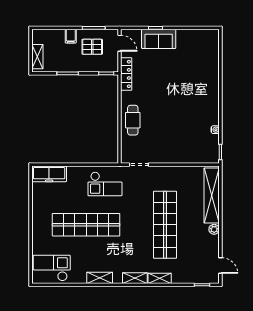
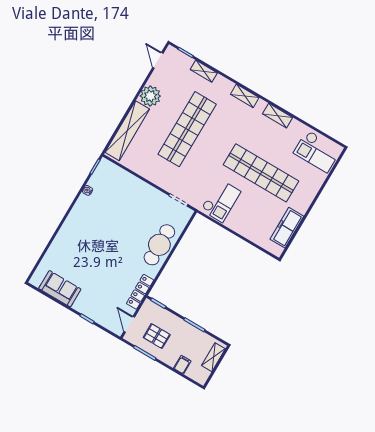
filing cabinet: (71, 36) -> (182, 365), moved
sofa: (159, 39) -> (60, 289), moved
cafe table: (133, 120) -> (159, 245), width x1.37, depth x1.35
freezer: (49, 174) -> (287, 228), moved, turned -90
checkout: (105, 184) -> (221, 201), turned 90
plant: (214, 229) -> (150, 96), width x1.88, depth x1.88
shelving: (160, 278) -> (204, 71), moved

